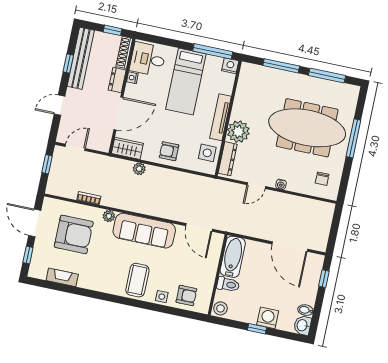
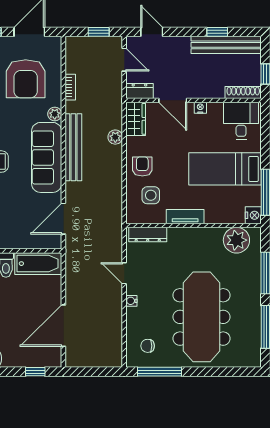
nightstand: (132, 78) -> (200, 108), moved
dresser: (117, 80) -> (139, 91), moved
door: (59, 105) -> (152, 32), moved
door: (118, 113) -> (173, 100), width x0.73
tv unit: (221, 117) -> (185, 217), width x0.71
plant: (238, 132) -> (236, 240), moved
window: (353, 138) -> (160, 372), moved
side table: (207, 153) -> (151, 195), moved
bench: (140, 206) -> (73, 147), added

